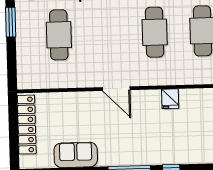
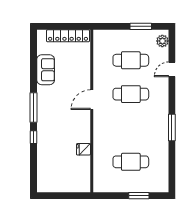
cafe table: (155, 32) -> (131, 94), moved
fridge: (170, 99) -> (83, 149), moved

